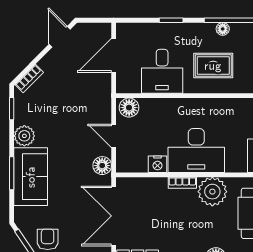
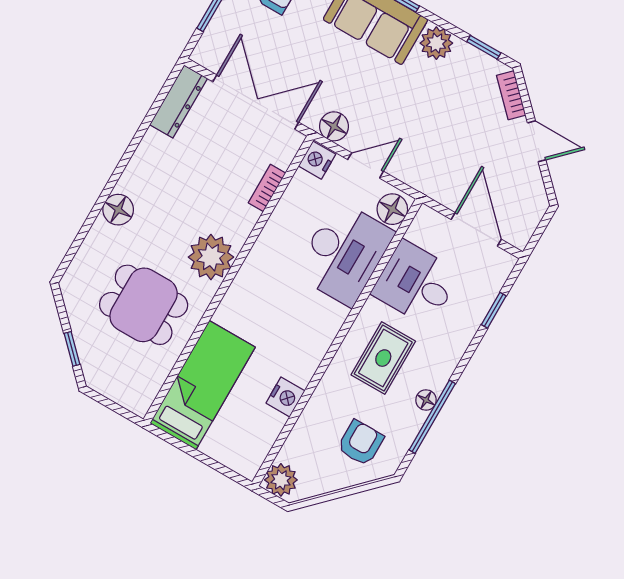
window: (171, 20) -> (494, 310), moved
door: (60, 37) -> (537, 141), moved
desk: (196, 151) -> (344, 253), moved, turned 180
nightstand: (157, 164) -> (317, 160), moved
bookcase: (182, 183) -> (267, 188), moved

